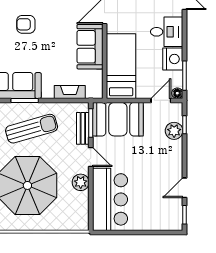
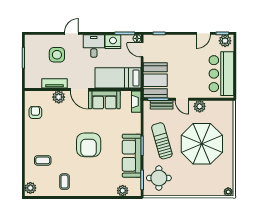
armchair: (26, 24) -> (89, 145), width x1.88, depth x1.88
fireplace: (70, 92) -> (136, 102), moved
plant: (174, 131) -> (225, 41), moved
door: (91, 157) -> (182, 99), swing flipped
door: (185, 188) -> (203, 33), hinge flipped
bar counter: (110, 199) -> (221, 74), moved, turned -90

